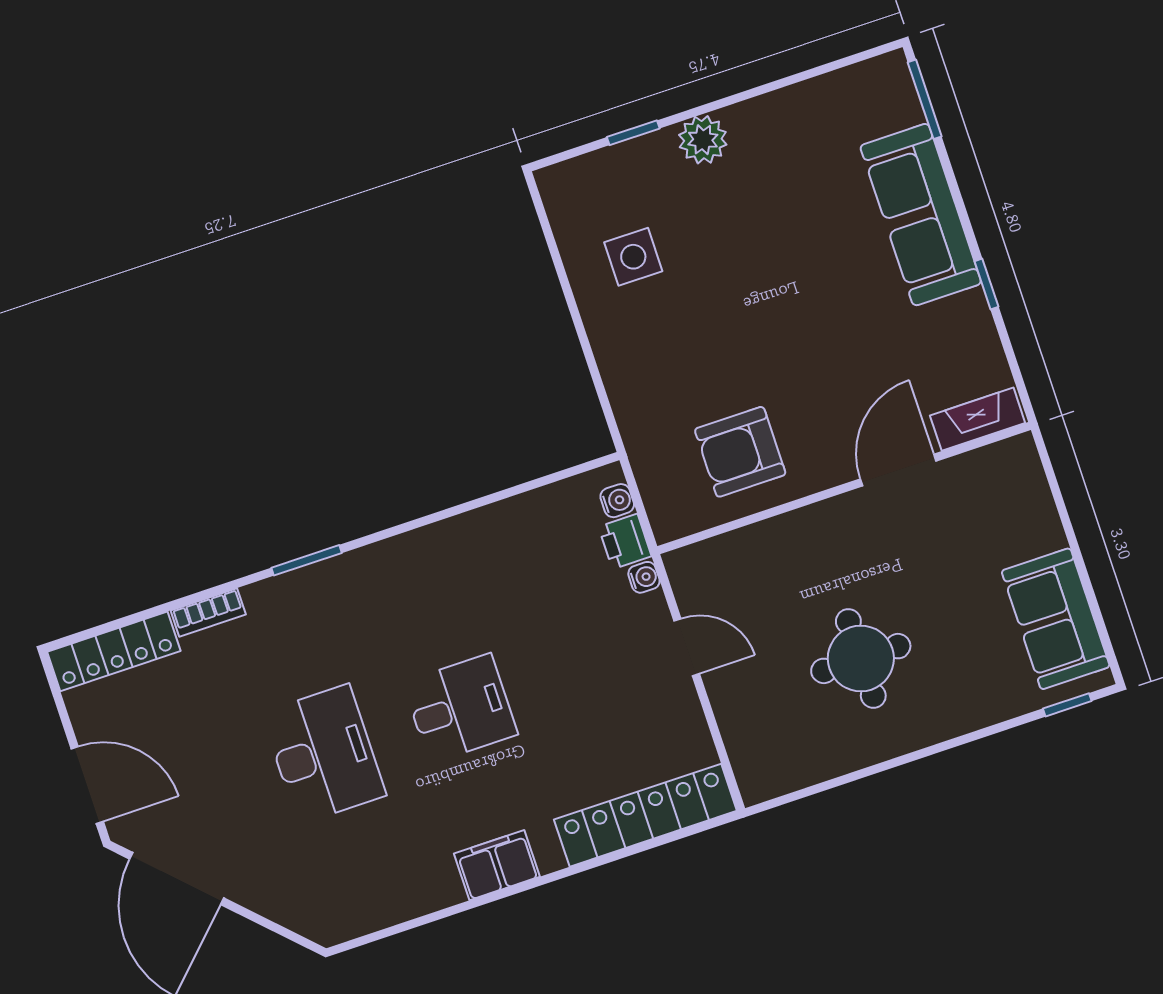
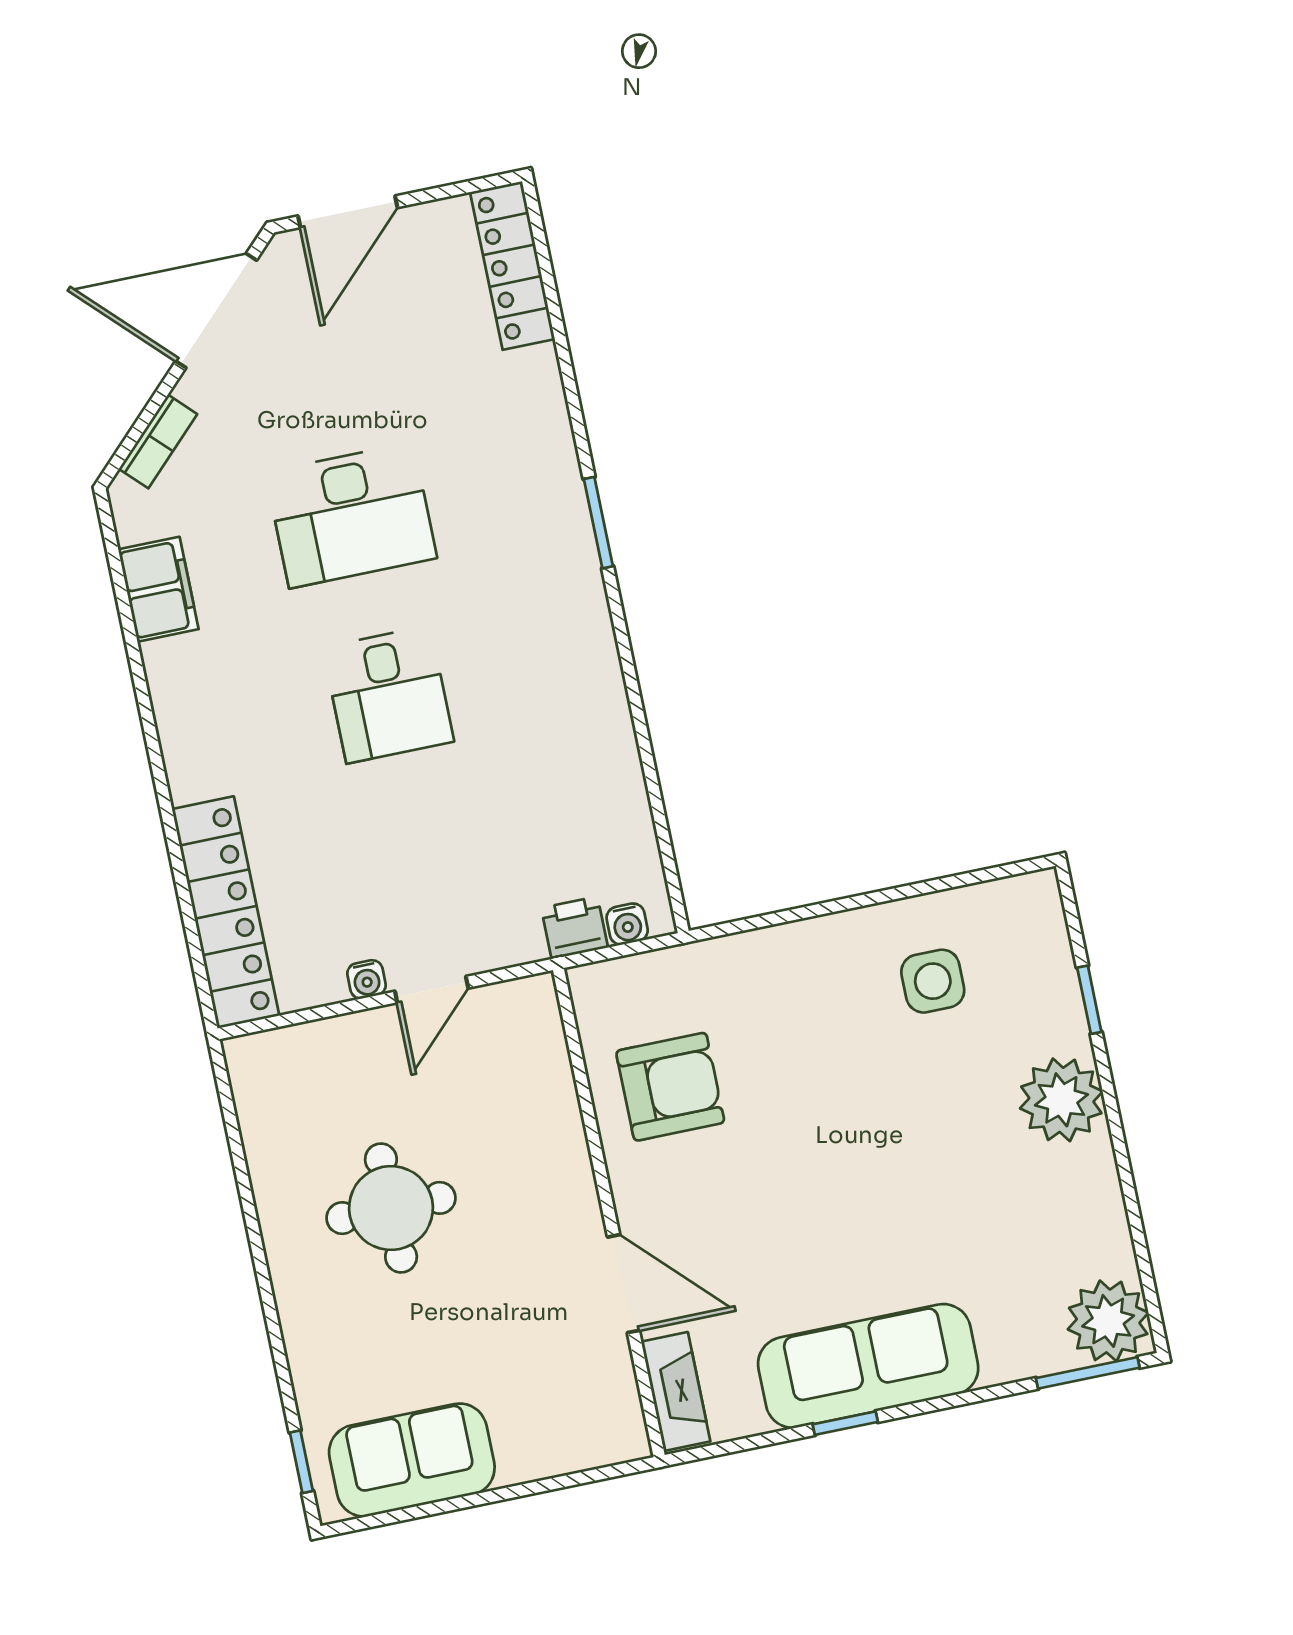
plant: (882, 88) -> (1108, 1321), added
plant: (703, 140) -> (1061, 1100), width x1.36, depth x1.36
sofa: (921, 215) -> (868, 1366), moved
armchair: (740, 452) -> (670, 1087), turned 90
water cooler: (644, 577) -> (366, 979), moved
bookcase: (208, 613) -> (158, 441), moved, turned -135
filing cabinet: (497, 865) -> (158, 589), moved

